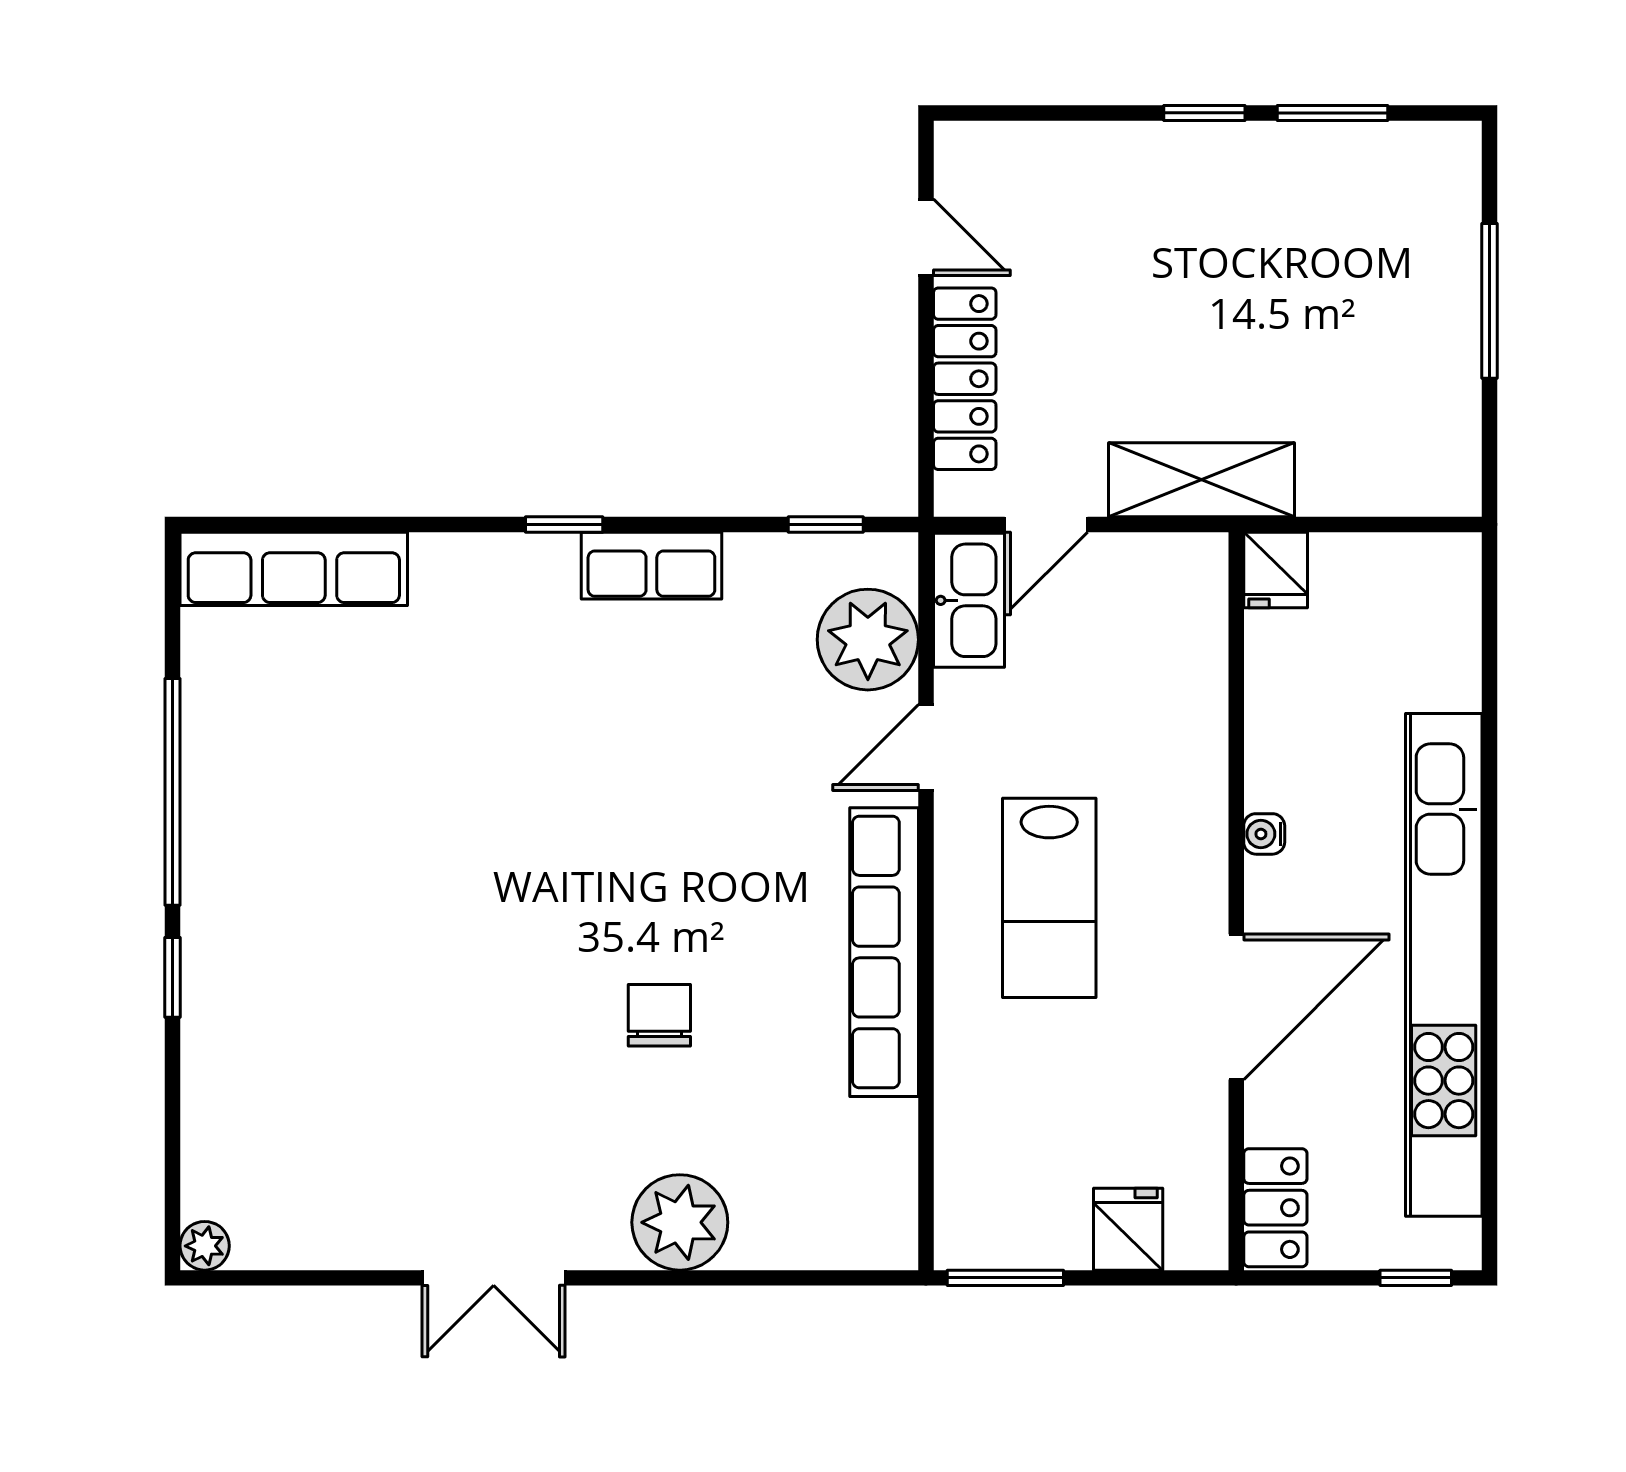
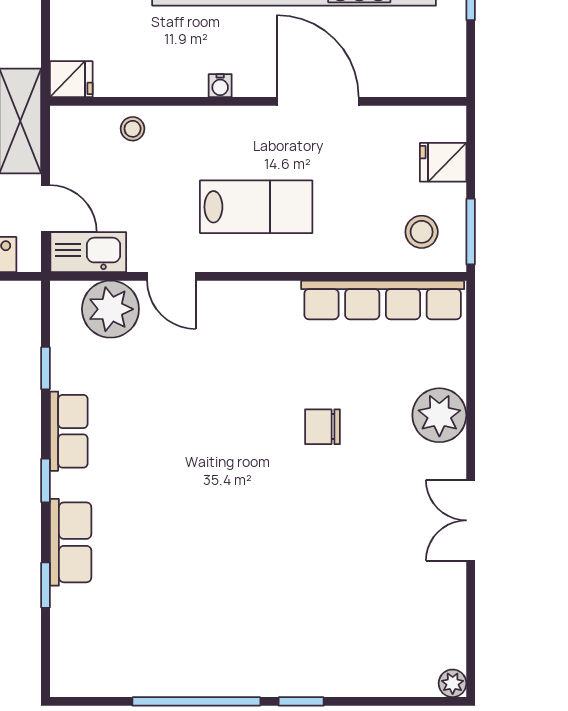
window: (379, 524) -> (46, 585), added
window: (826, 524) -> (46, 368), moved
row of seats: (294, 569) -> (71, 542), moved, width x0.68
stool: (1187, 679) -> (133, 129), added
row of seats: (884, 952) -> (383, 300), moved
stool: (1005, 1191) -> (422, 232), added
locker: (1275, 1208) -> (431, 79), removed
double door: (494, 1278) -> (471, 520), swing flipped

